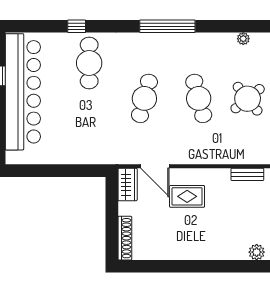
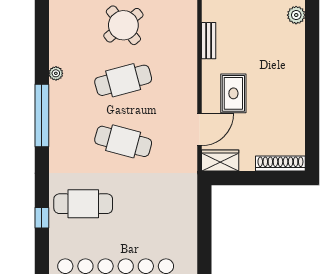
plant: (243, 39) -> (56, 73), moved
bench: (247, 174) -> (209, 41), moved

